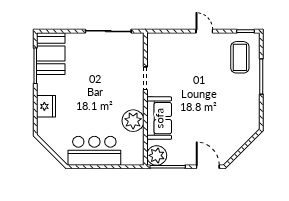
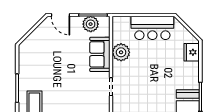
fridge: (46, 106) -> (192, 52), moved
plant: (157, 155) -> (91, 24), moved

